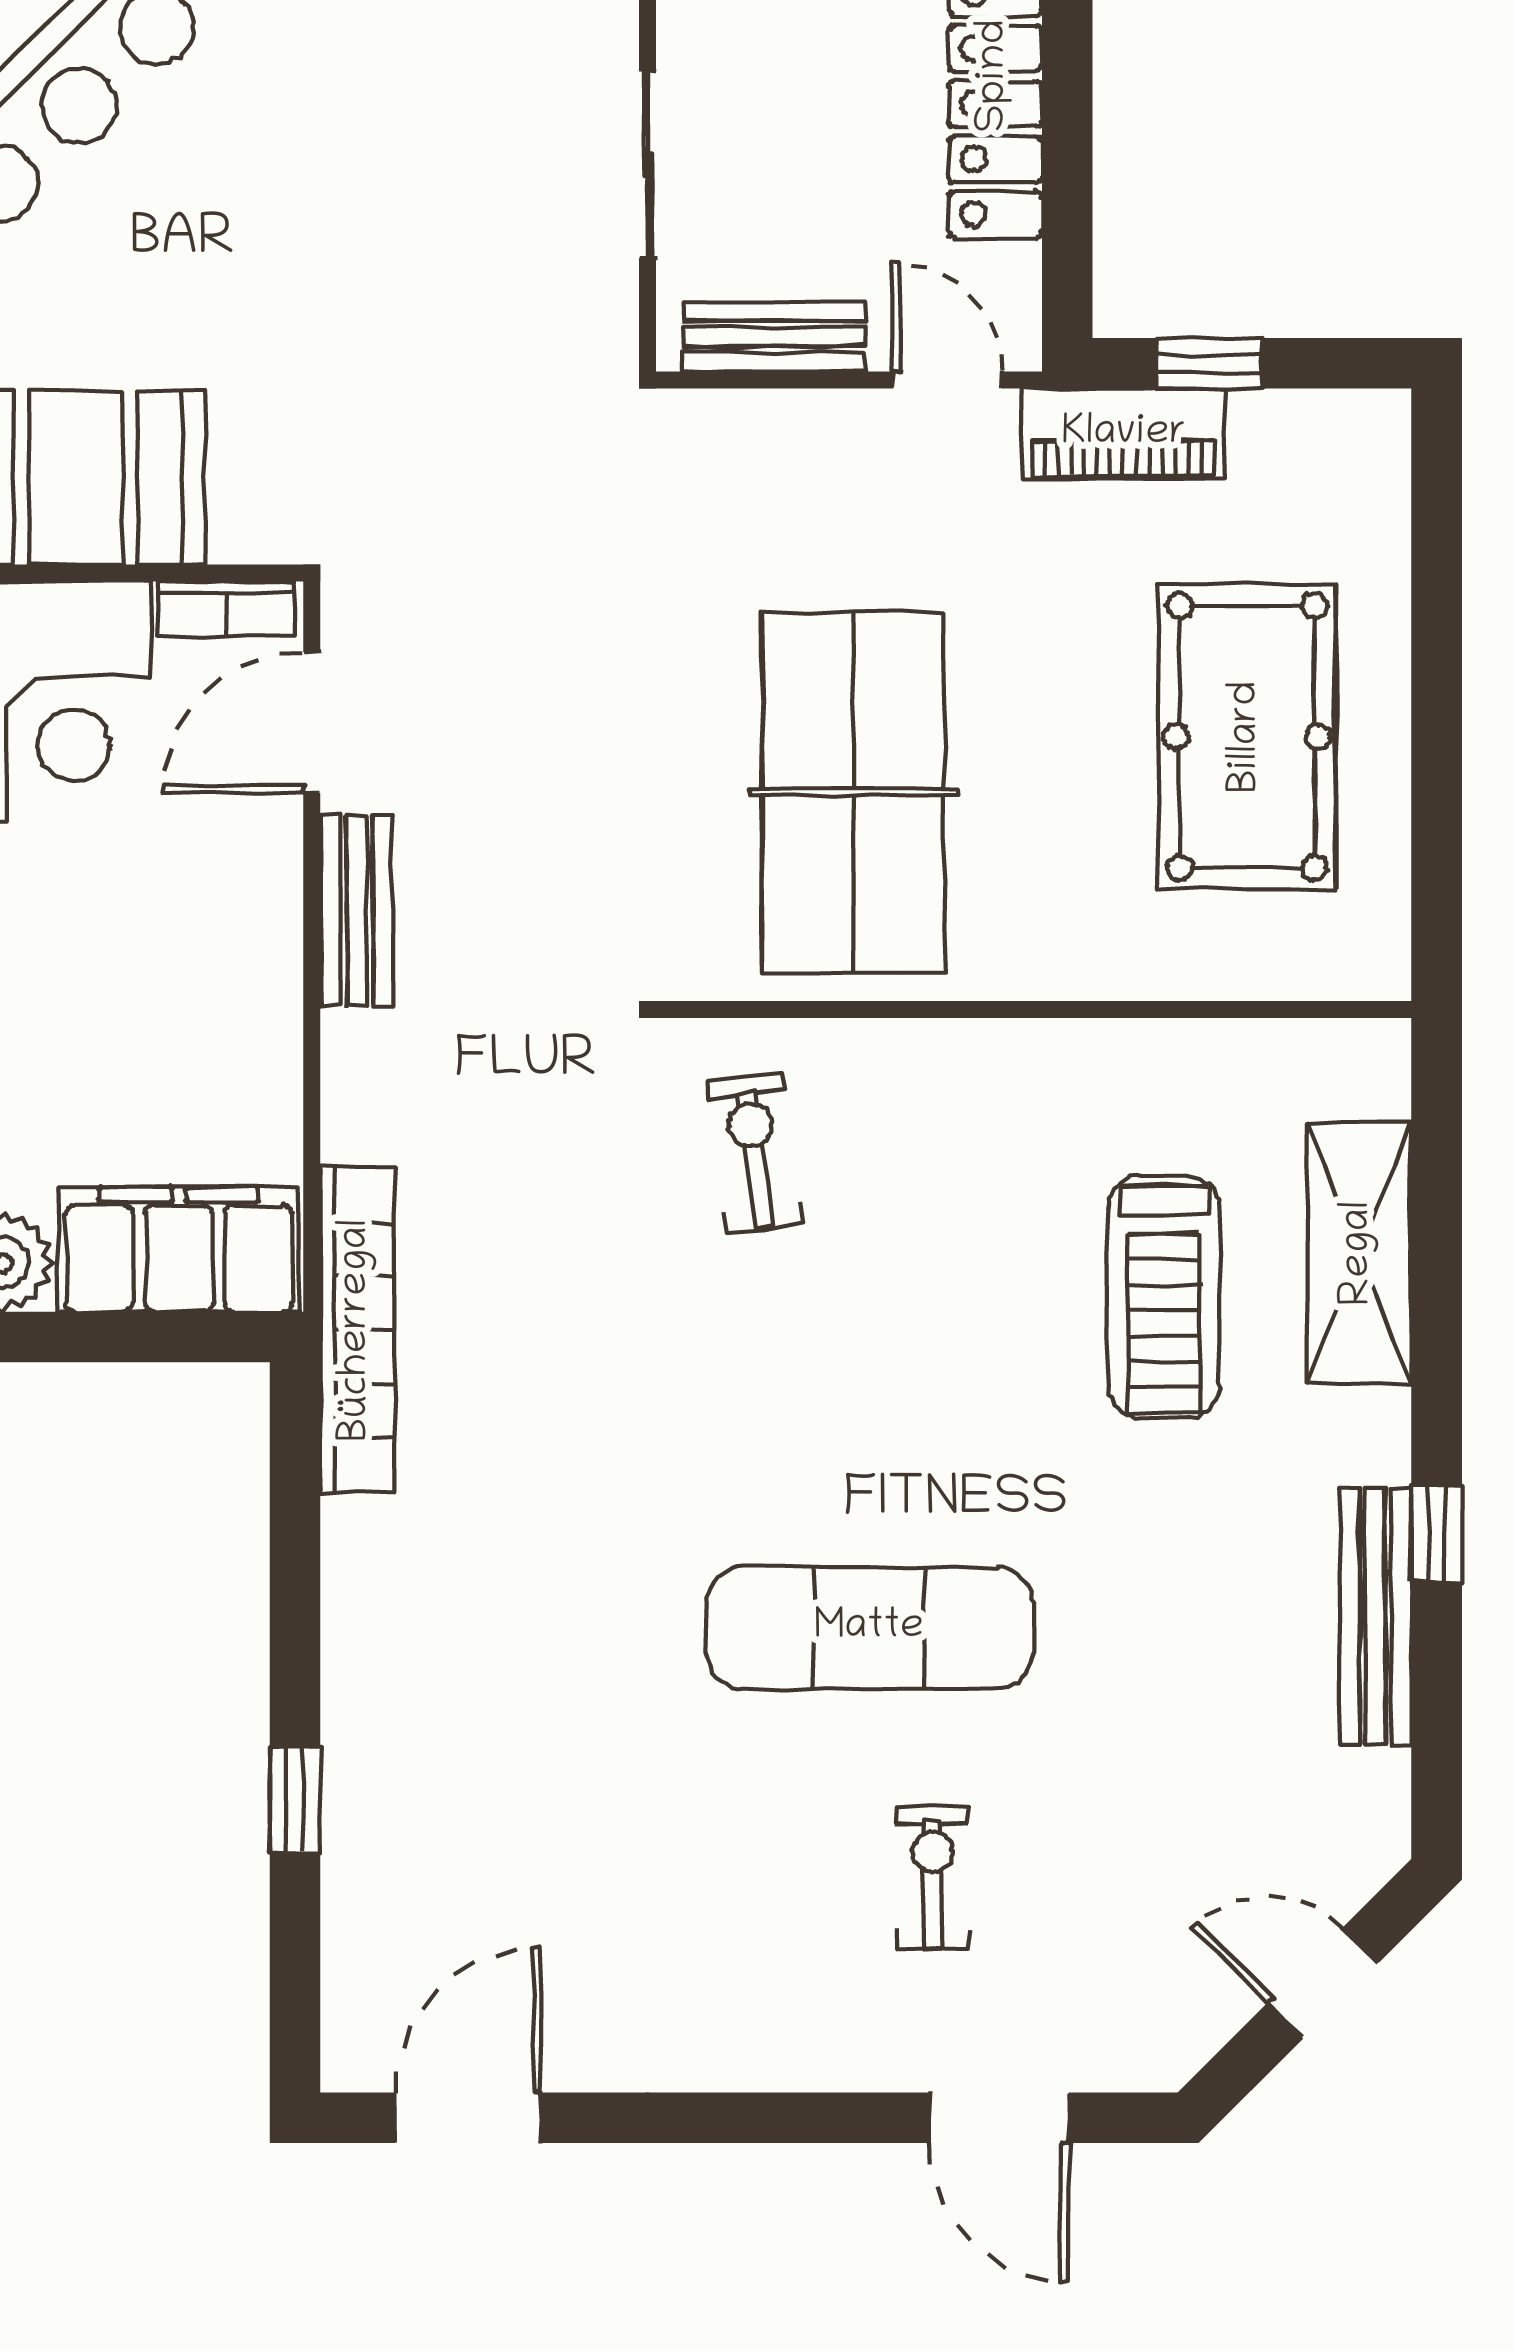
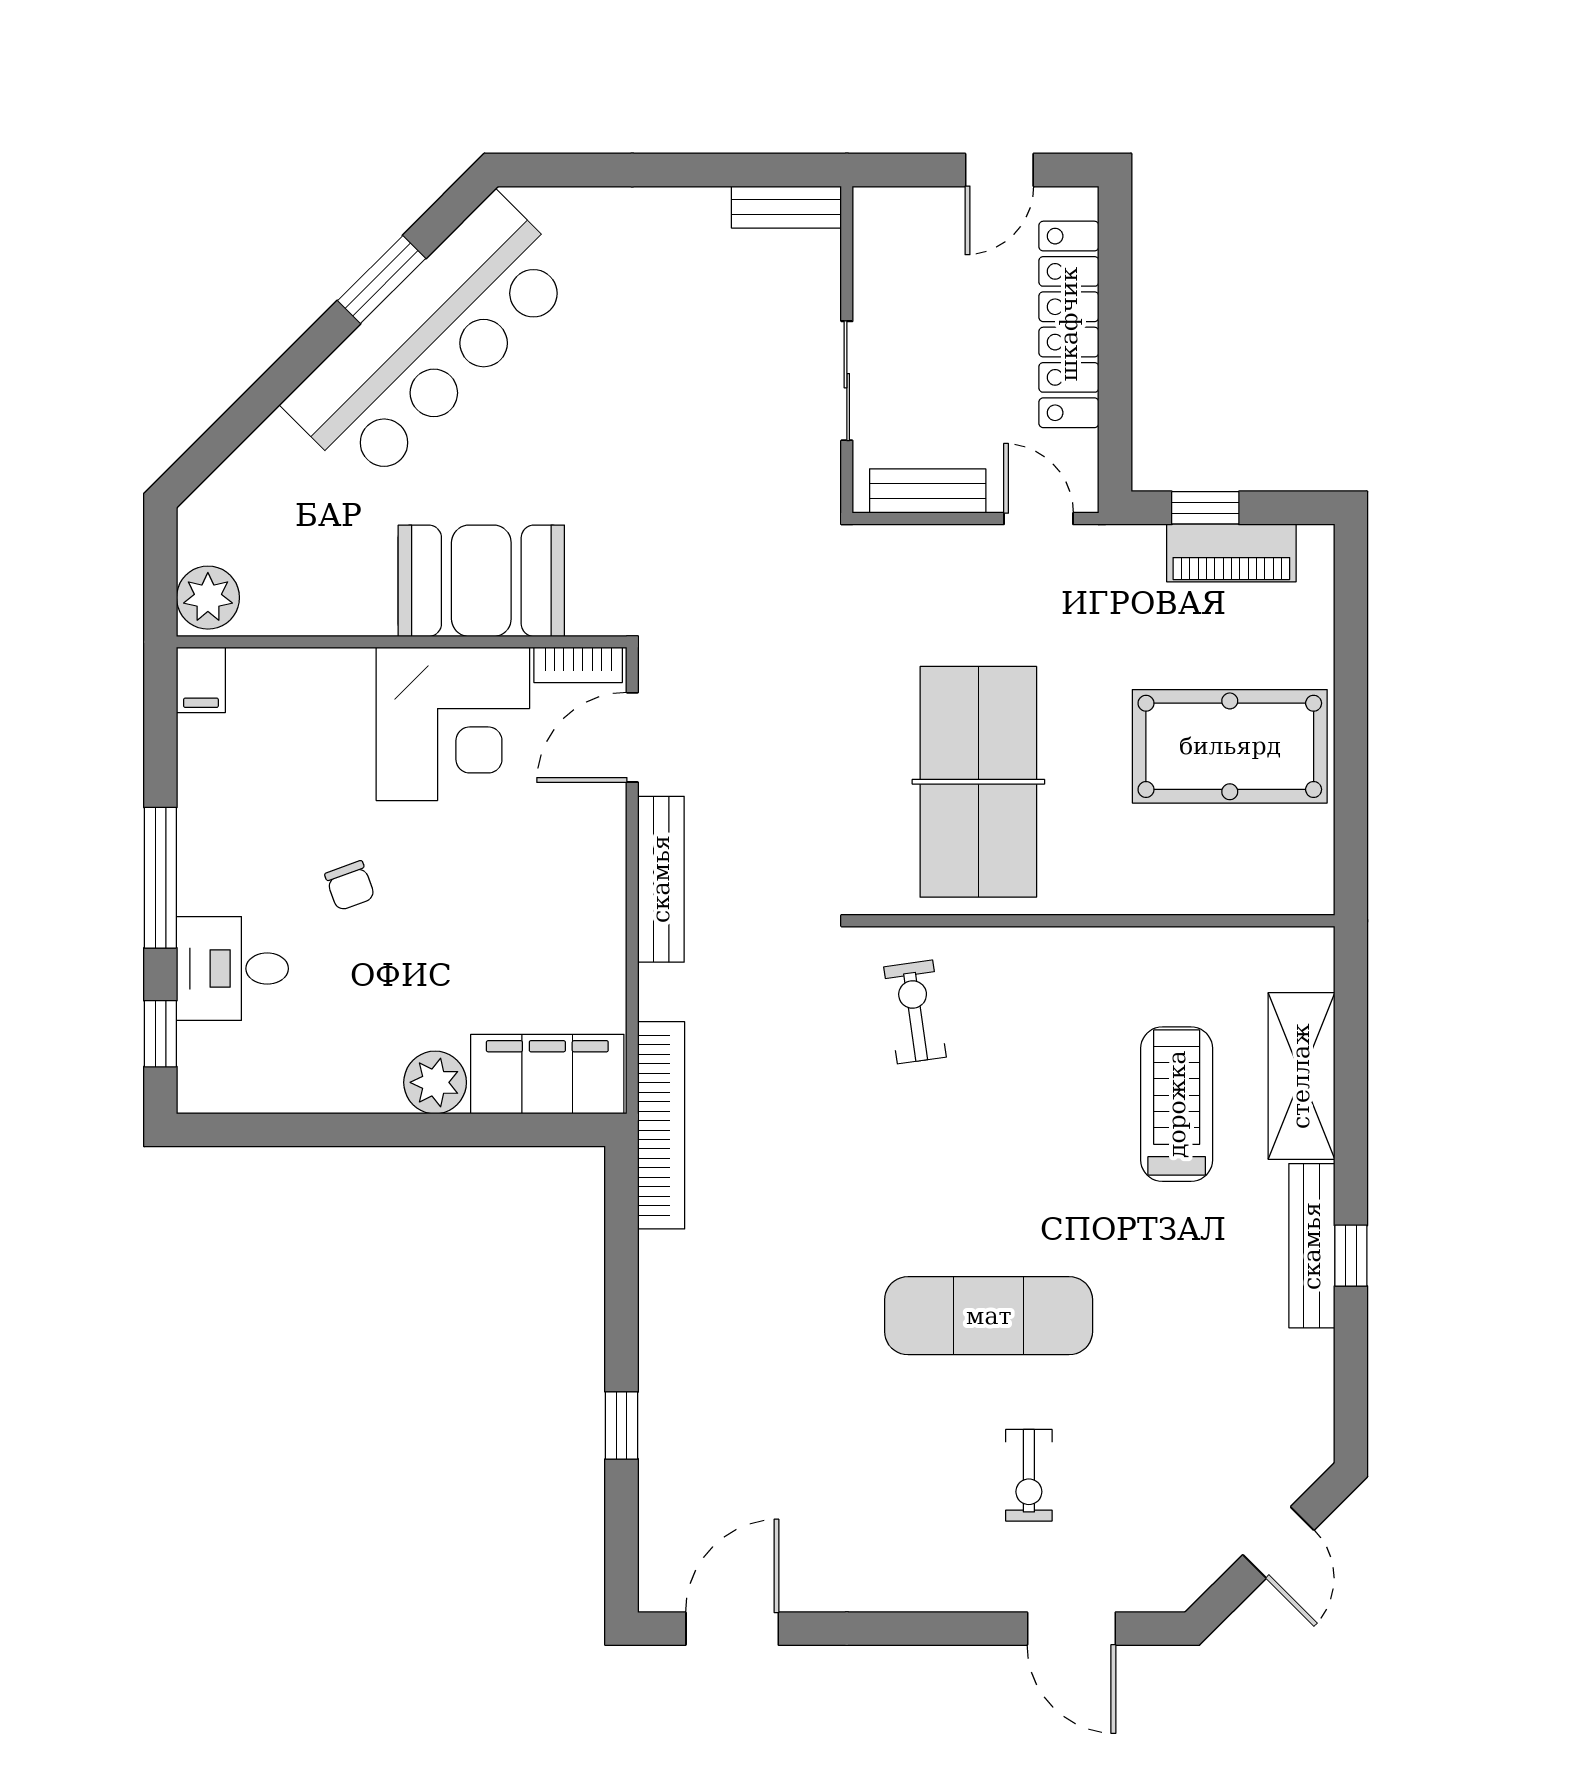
piano: (1124, 434) -> (1231, 553), moved
pool table: (1247, 737) -> (1230, 746), turned 90
bench: (357, 910) -> (661, 879), width x1.36
treadmill: (1164, 1297) -> (1177, 1104), turned 180
bench: (1375, 1617) -> (1312, 1246), moved
exercise bike: (933, 1878) -> (1029, 1475), turned 180
door: (1323, 1983) -> (1278, 1542), swing flipped

